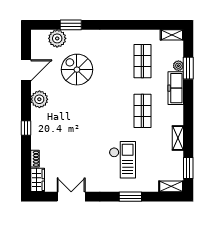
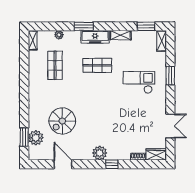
window: (71, 25) -> (24, 137), moved
shop shelf: (142, 61) -> (55, 65), turned 90
window: (188, 68) -> (84, 26), moved
freezer: (176, 88) -> (95, 37), moved
plant: (39, 99) -> (100, 153), moved
double door: (71, 197) -> (170, 126), swing flipped

